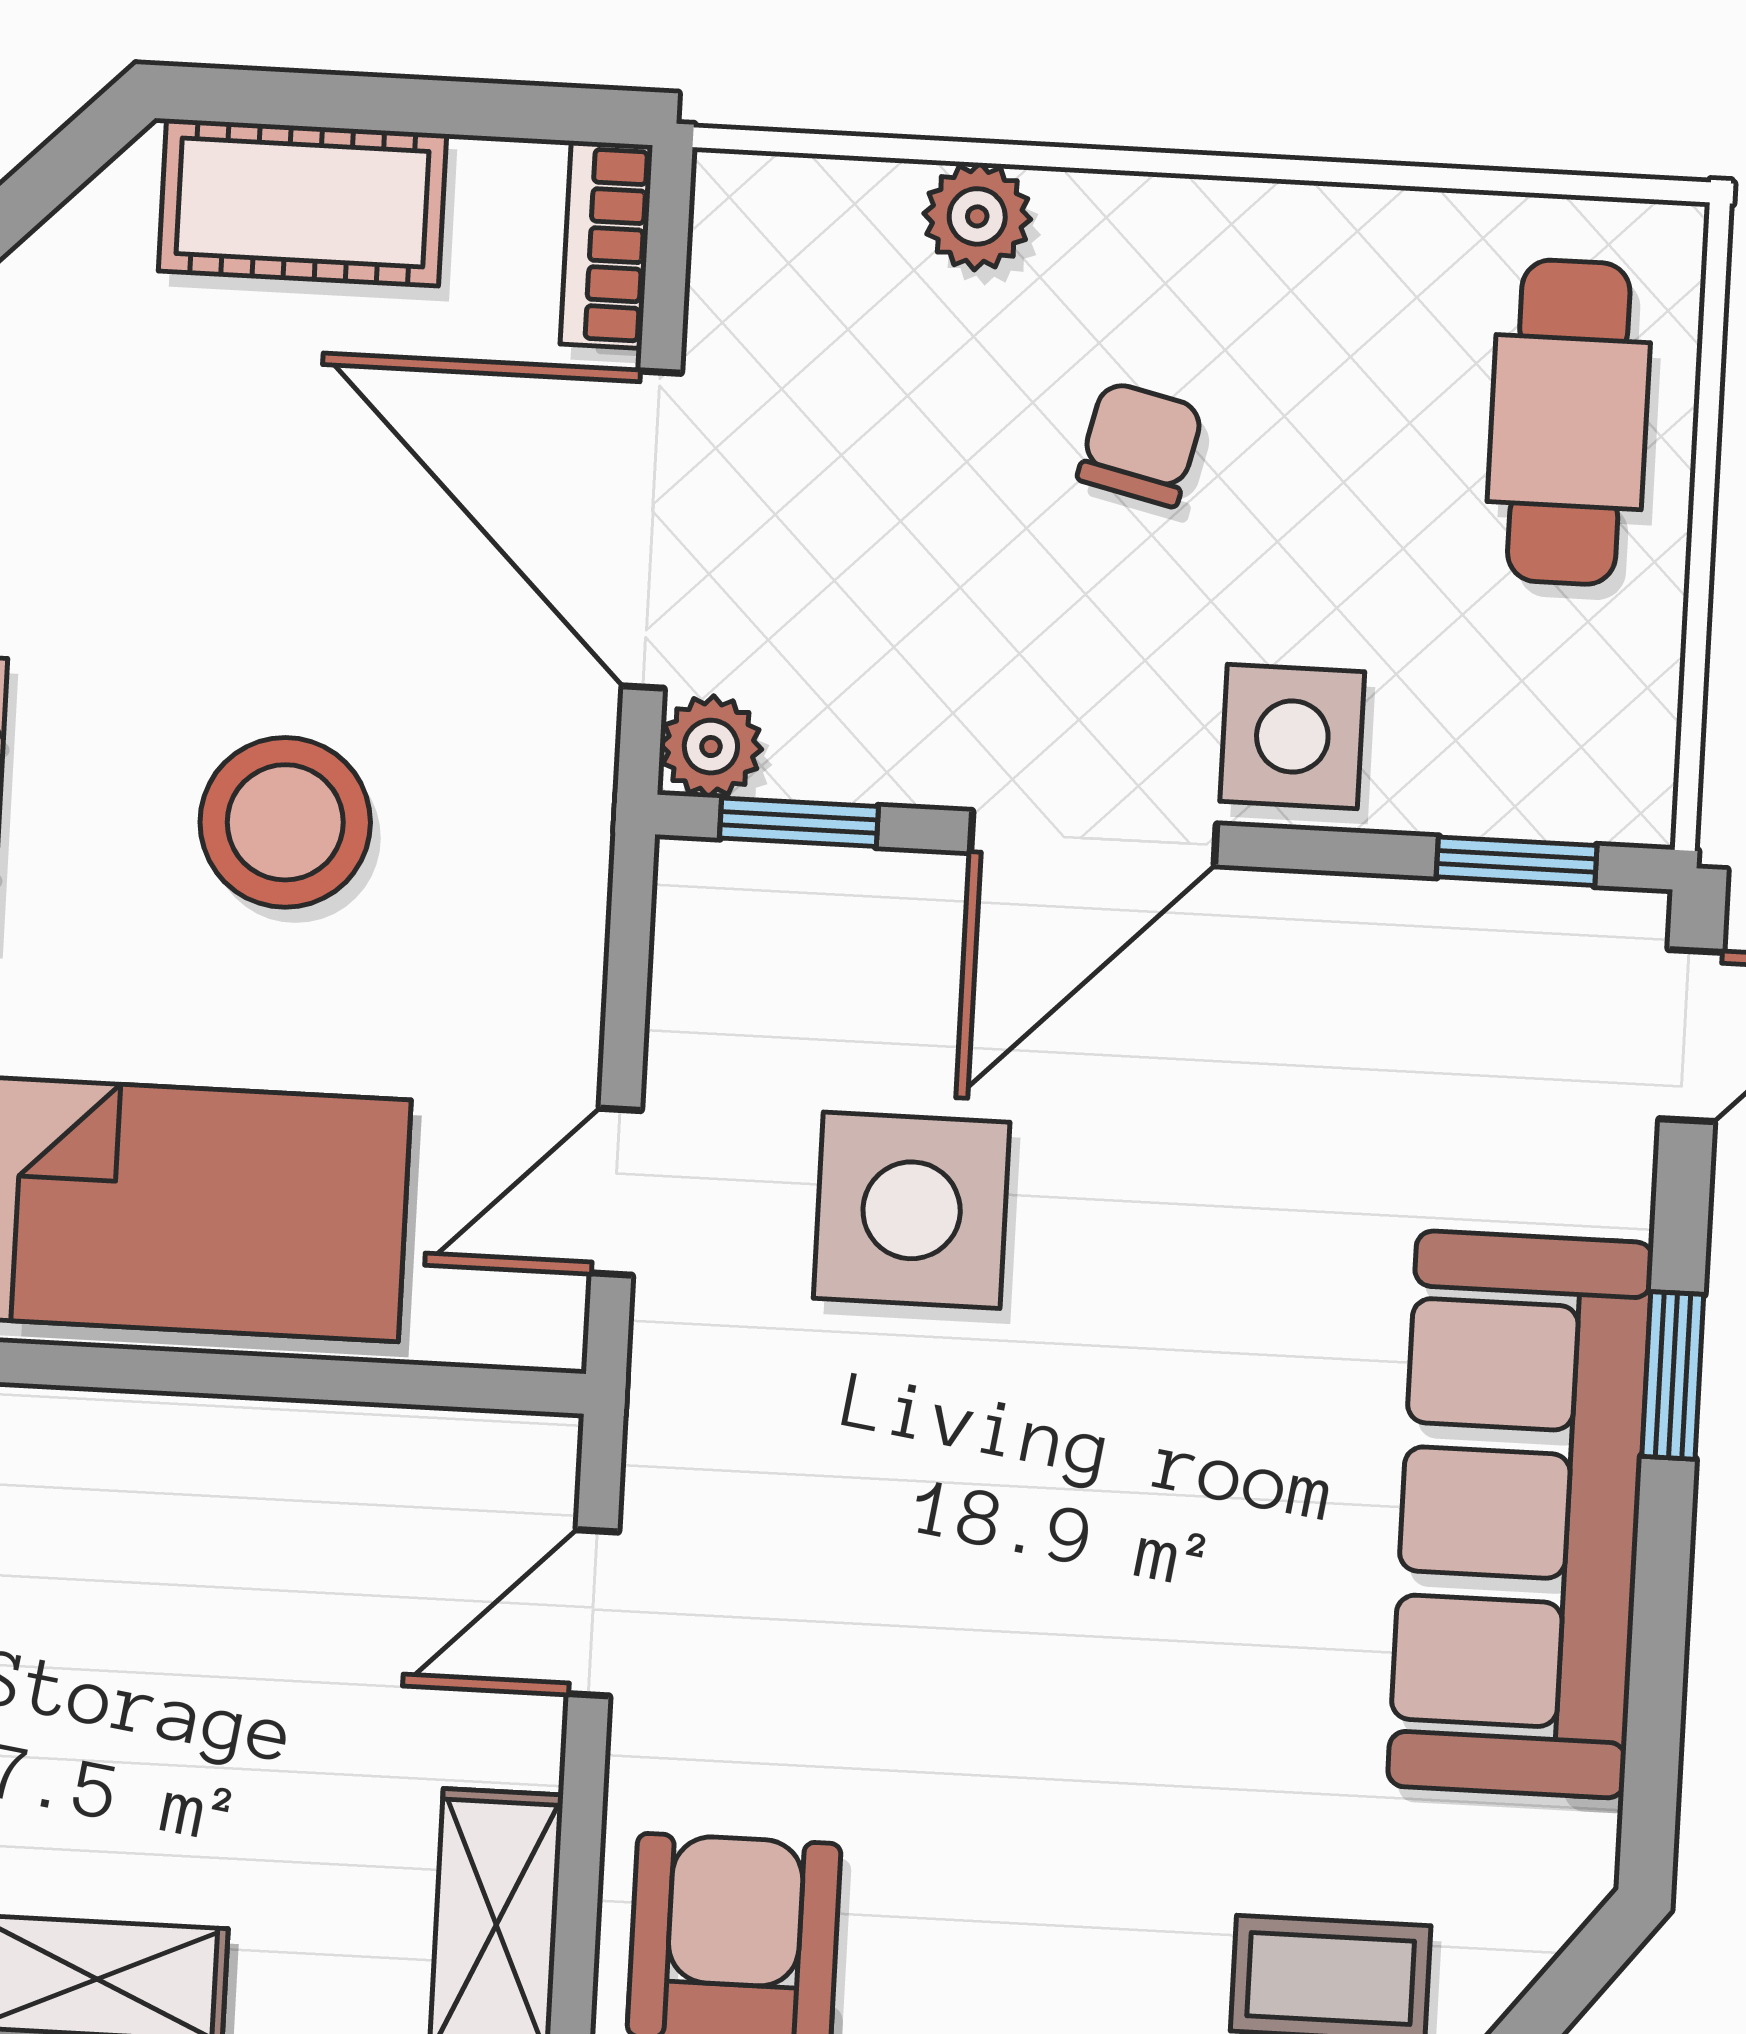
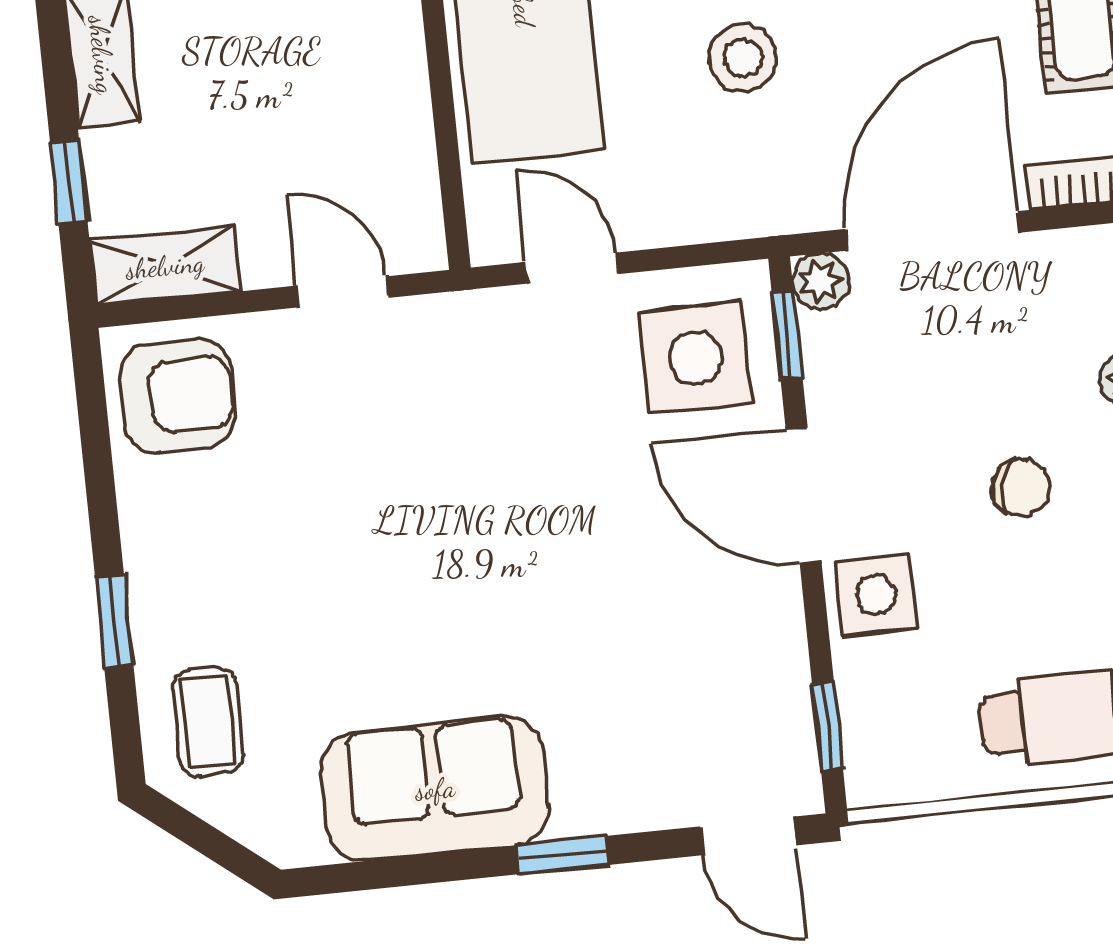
stool: (285, 822) -> (743, 58), width x0.73, depth x0.73
side table: (912, 1210) -> (695, 358), moved
sofa: (1520, 1514) -> (435, 789), width x0.73

